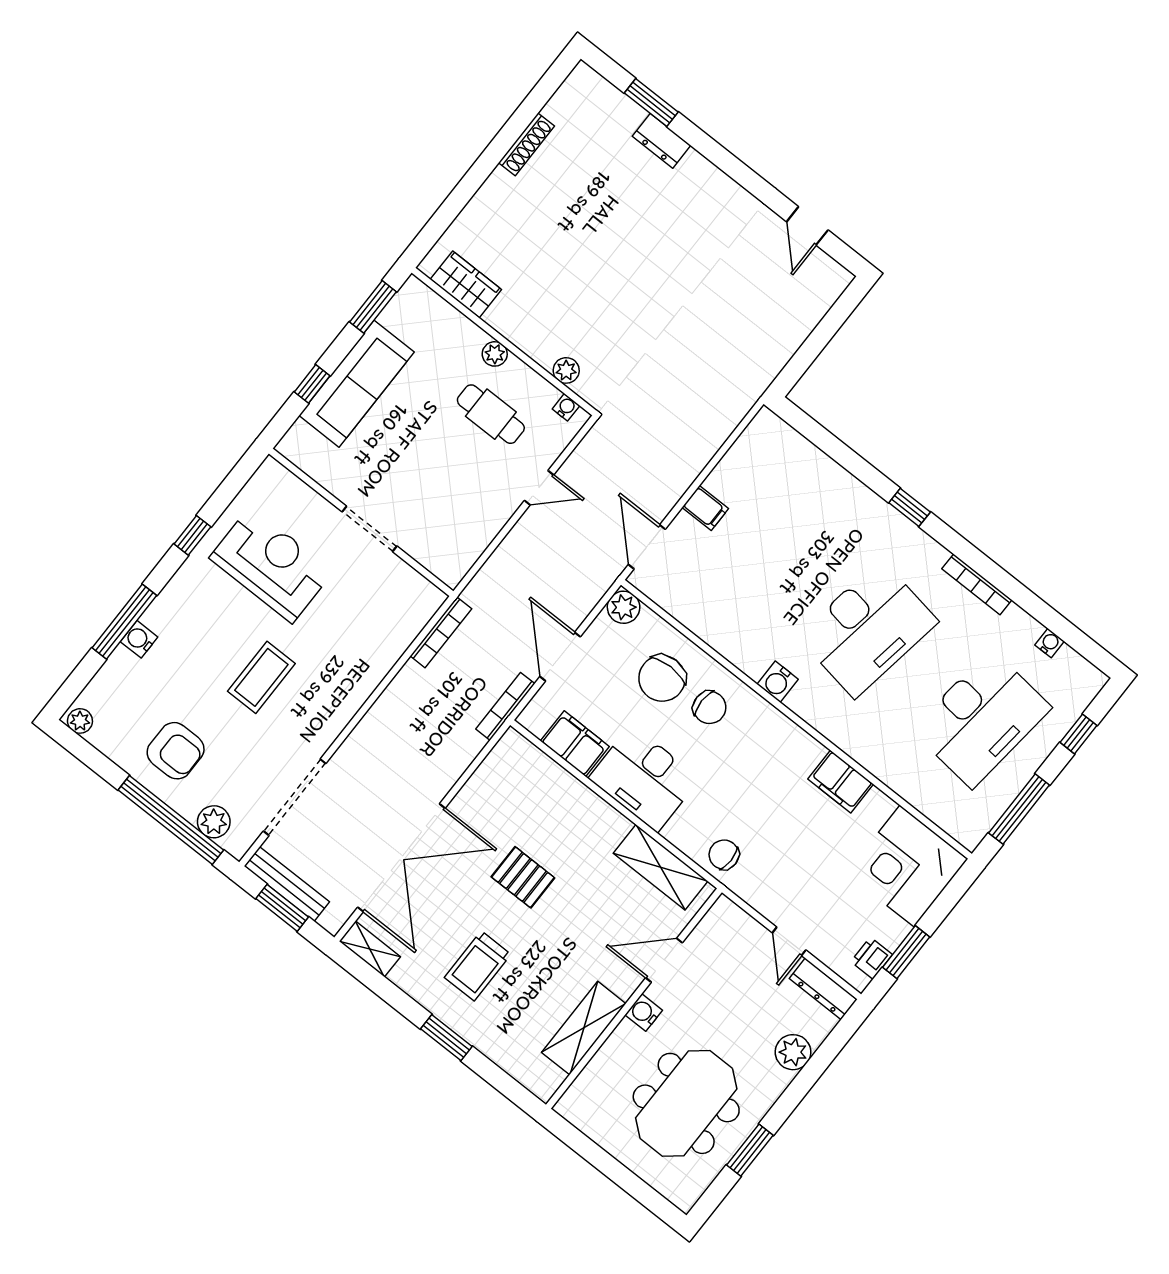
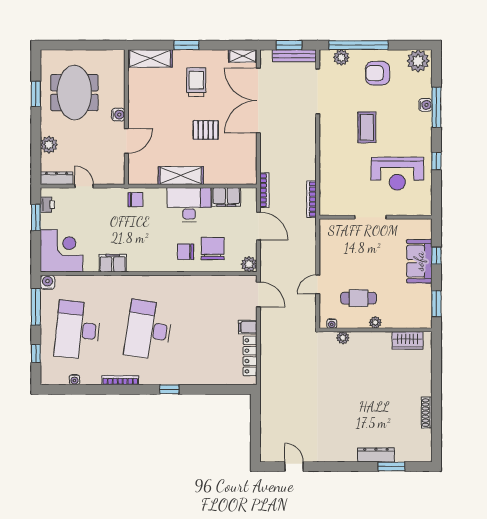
dresser: (661, 141) -> (376, 455), width x1.44
sofa: (357, 384) -> (419, 261), width x0.73
locker: (738, 459) -> (250, 356), added
water cooler: (778, 682) -> (48, 282), moved
plant: (80, 721) -> (418, 61), width x1.88, depth x1.88
shelving: (661, 867) -> (181, 176), moved
shelving: (584, 1028) -> (150, 58), moved, turned 90

